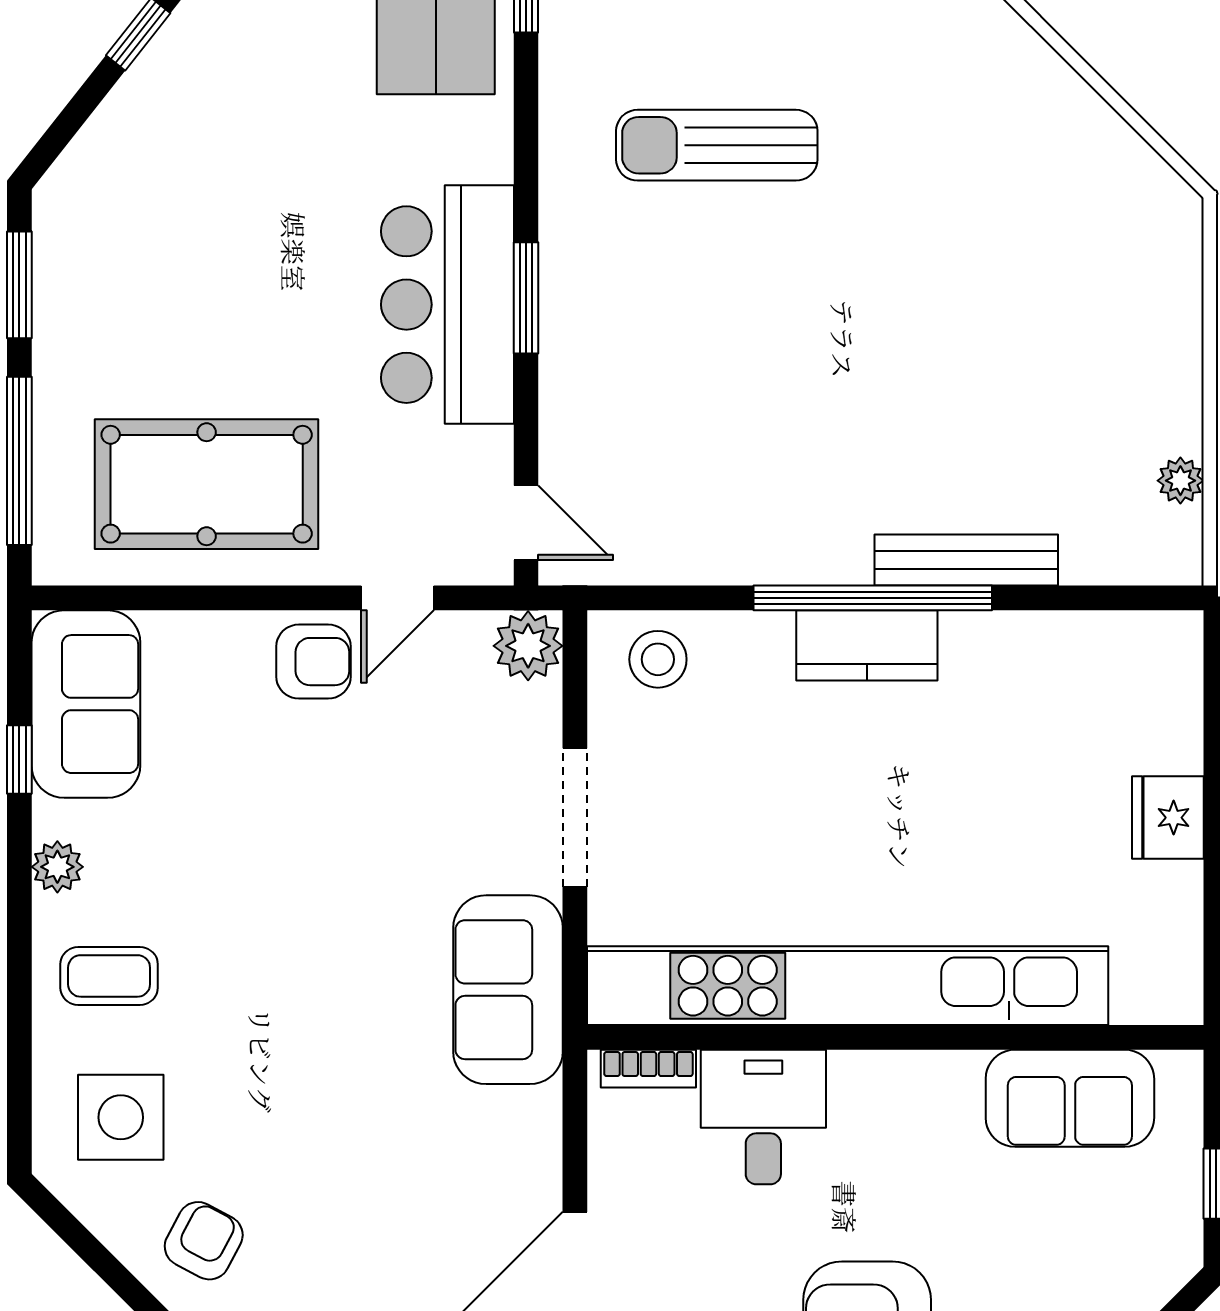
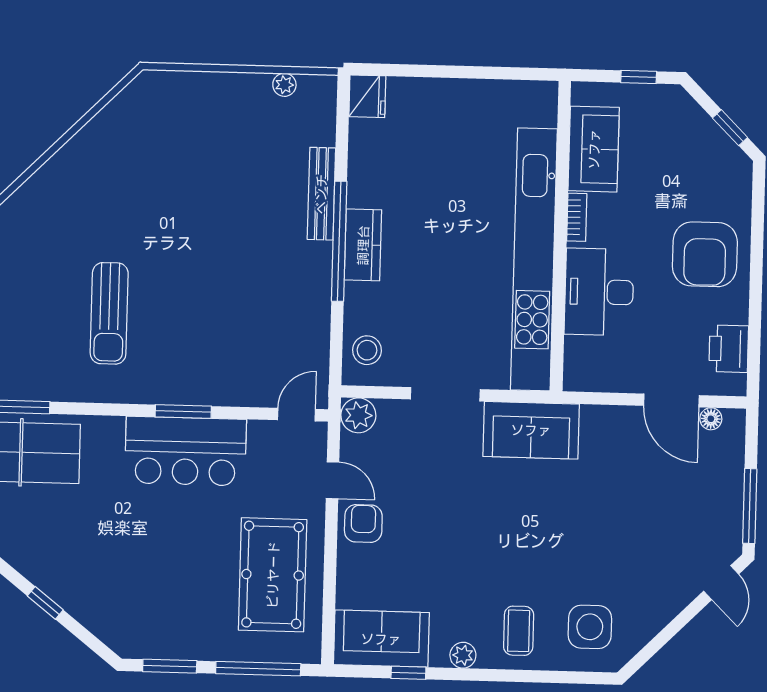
fridge: (1168, 818) -> (367, 96), moved, turned -90
bookcase: (648, 1069) -> (577, 217), moved
desk: (763, 1117) -> (599, 292), width x1.37
armchair: (204, 1241) -> (653, 587), removed

